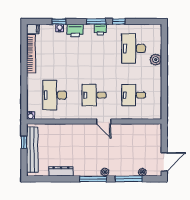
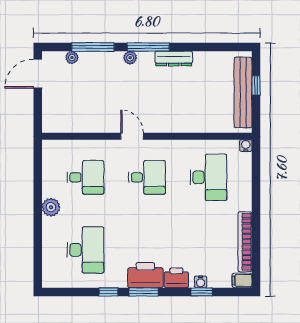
printer: (100, 30) -> (145, 275), width x1.87, depth x1.48
plant: (156, 60) -> (51, 207), moved
window: (24, 142) -> (256, 85), moved
dresser: (61, 171) -> (174, 59), moved

